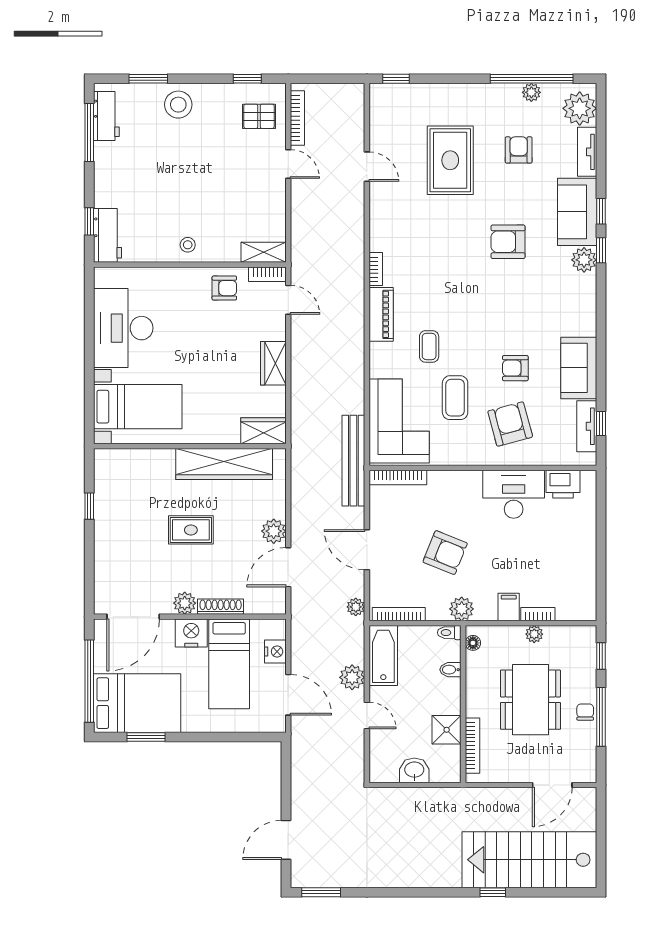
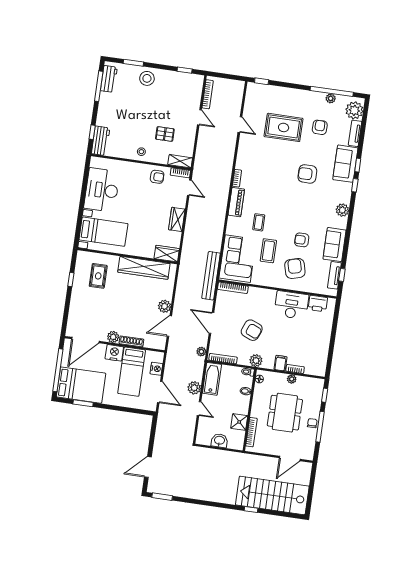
pallet: (259, 116) -> (165, 134), moved
rug: (450, 160) -> (284, 127), turned 90
plant: (584, 260) -> (342, 210), moved
rug: (191, 530) -> (98, 276), moved, turned 90

